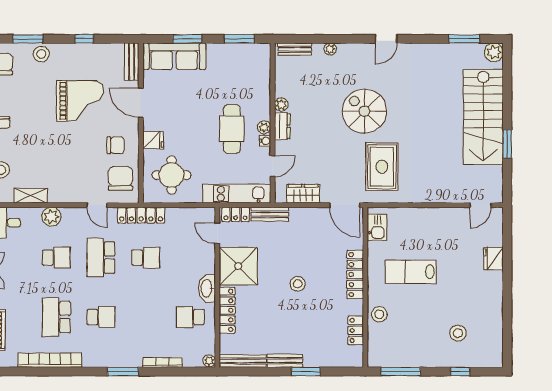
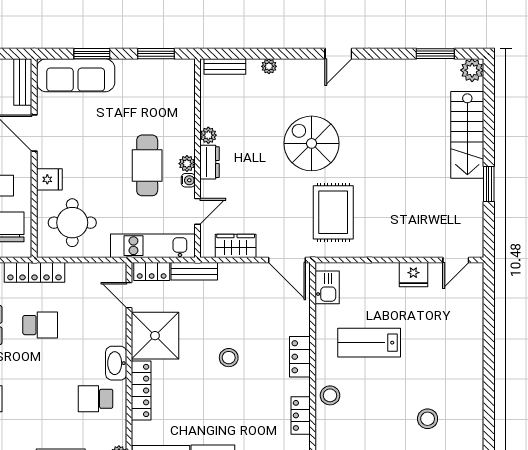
stairs: (483, 117) -> (467, 135), width x0.73, depth x0.66
fridge: (493, 259) -> (413, 275), moved, turned -90
locker: (355, 275) -> (300, 357), width x0.66

